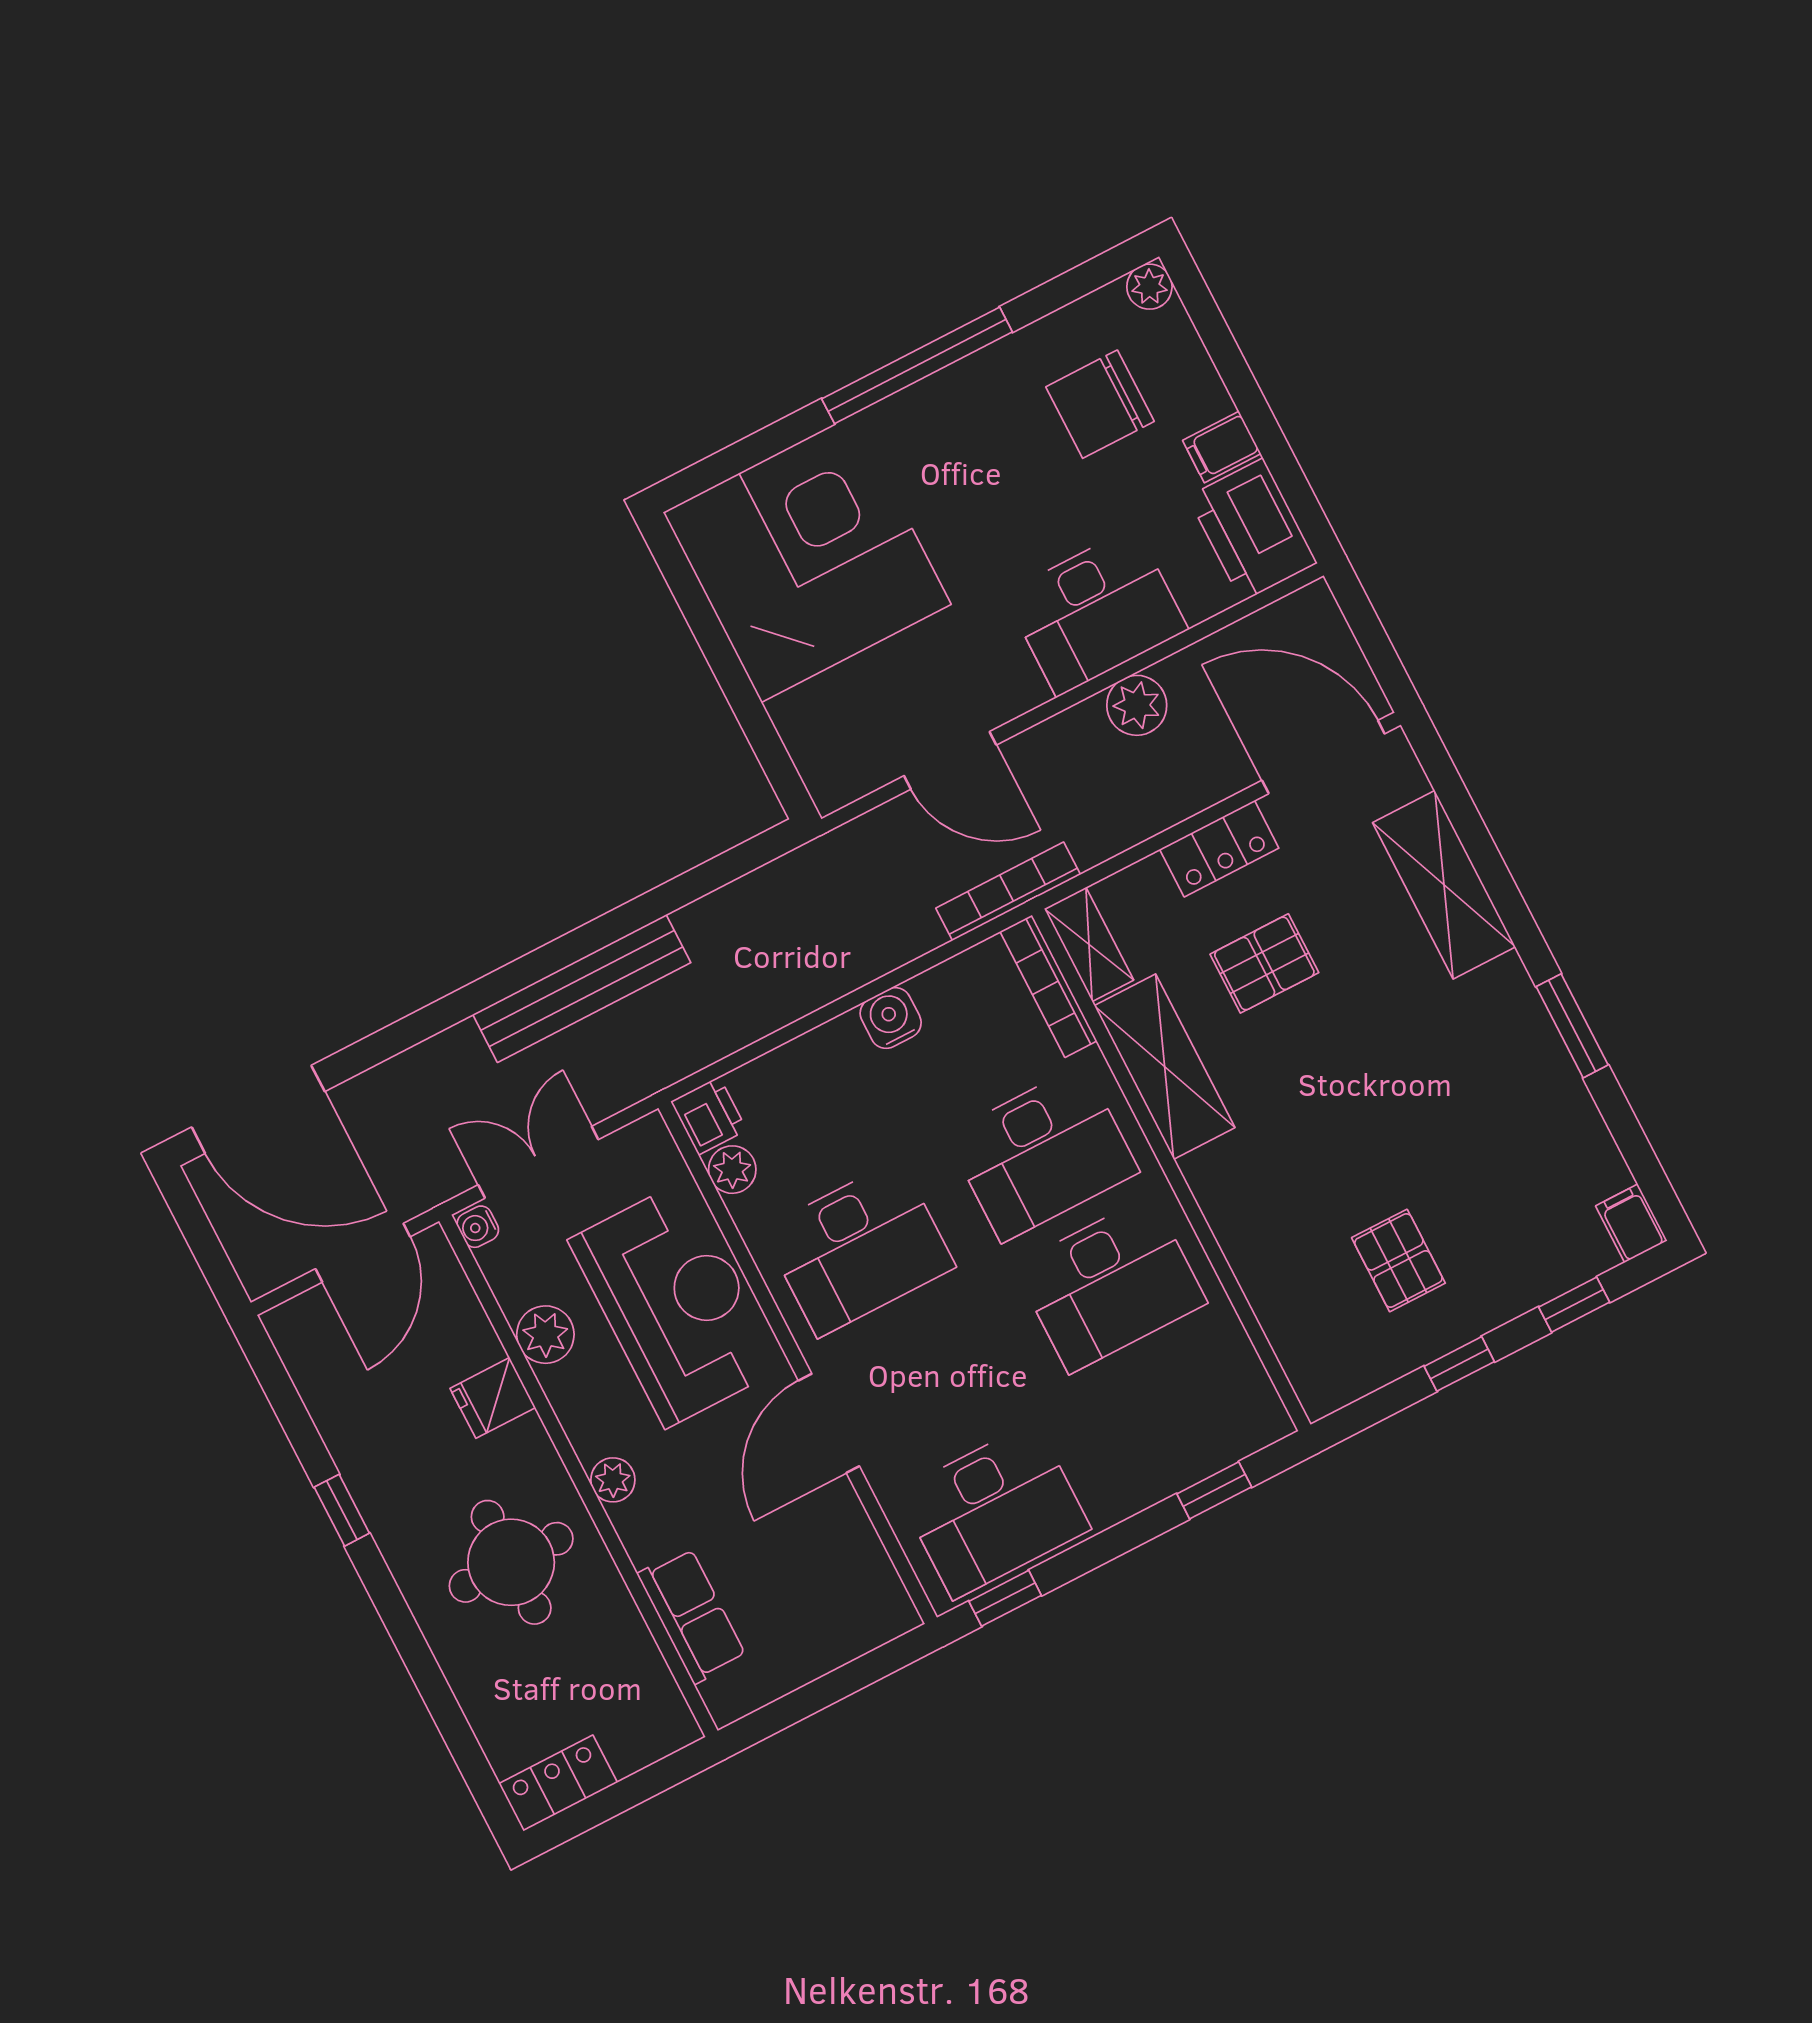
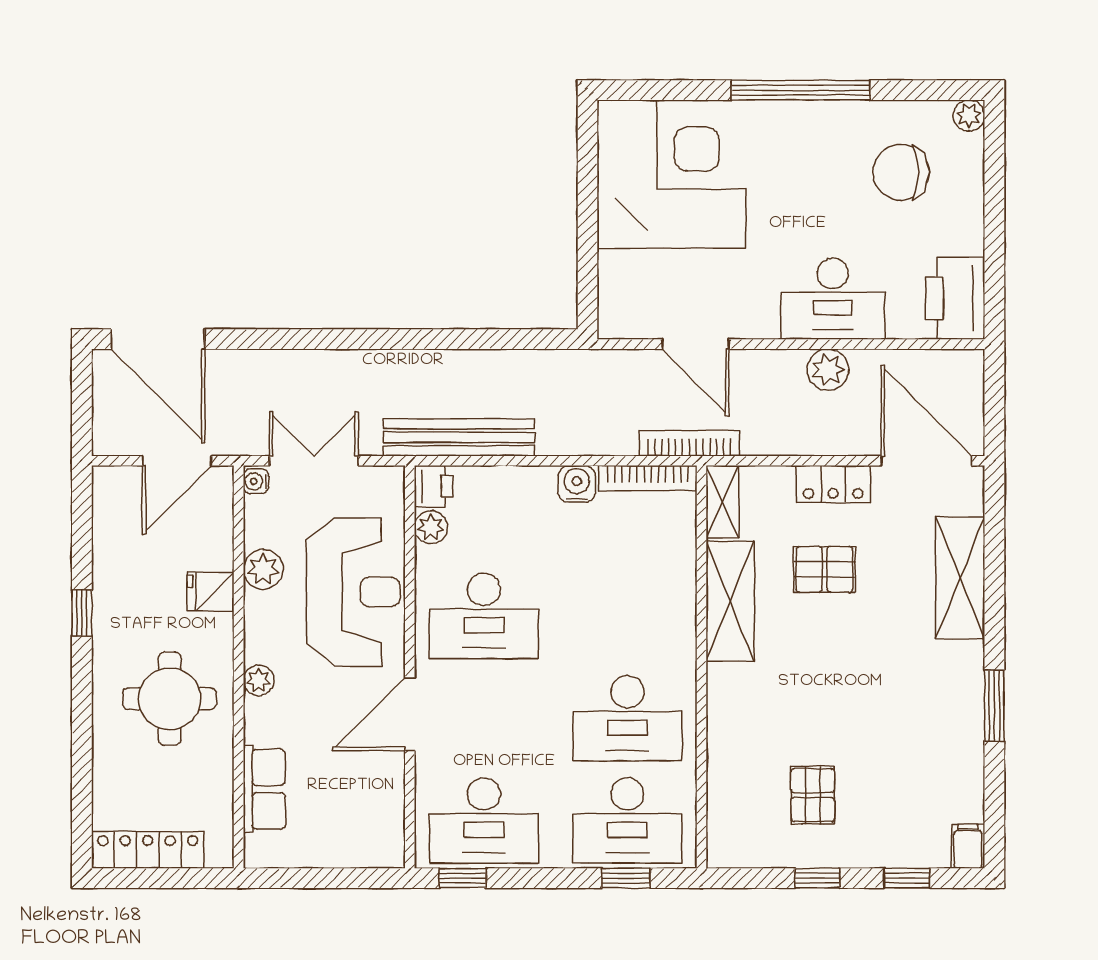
filing cabinet: (1222, 447) -> (962, 237), removed
bookcase: (1049, 986) -> (648, 478), moved, turned -90
bench: (582, 989) -> (459, 437), moved
desk: (1043, 1153) -> (627, 820), moved
locker: (558, 1783) -> (148, 850), width x1.53

